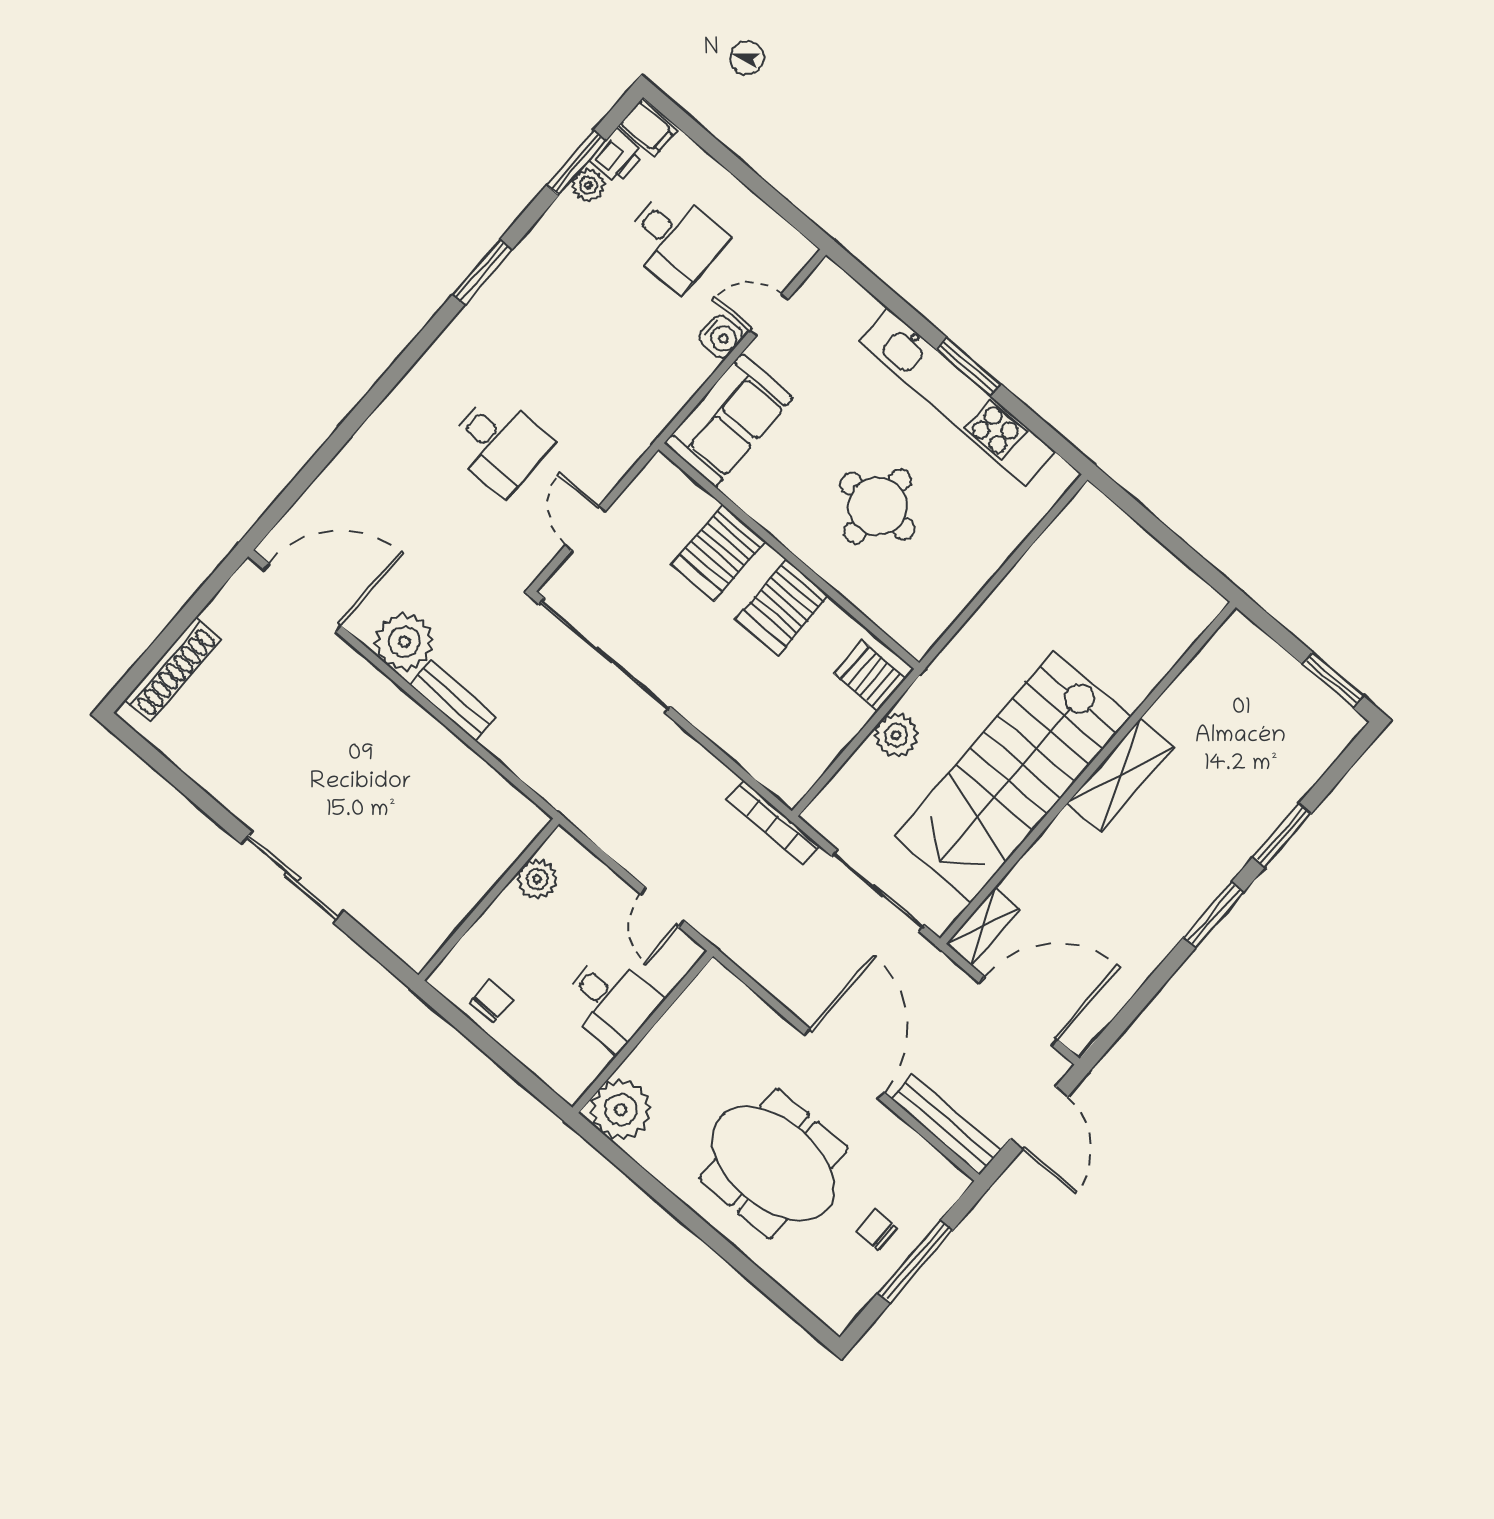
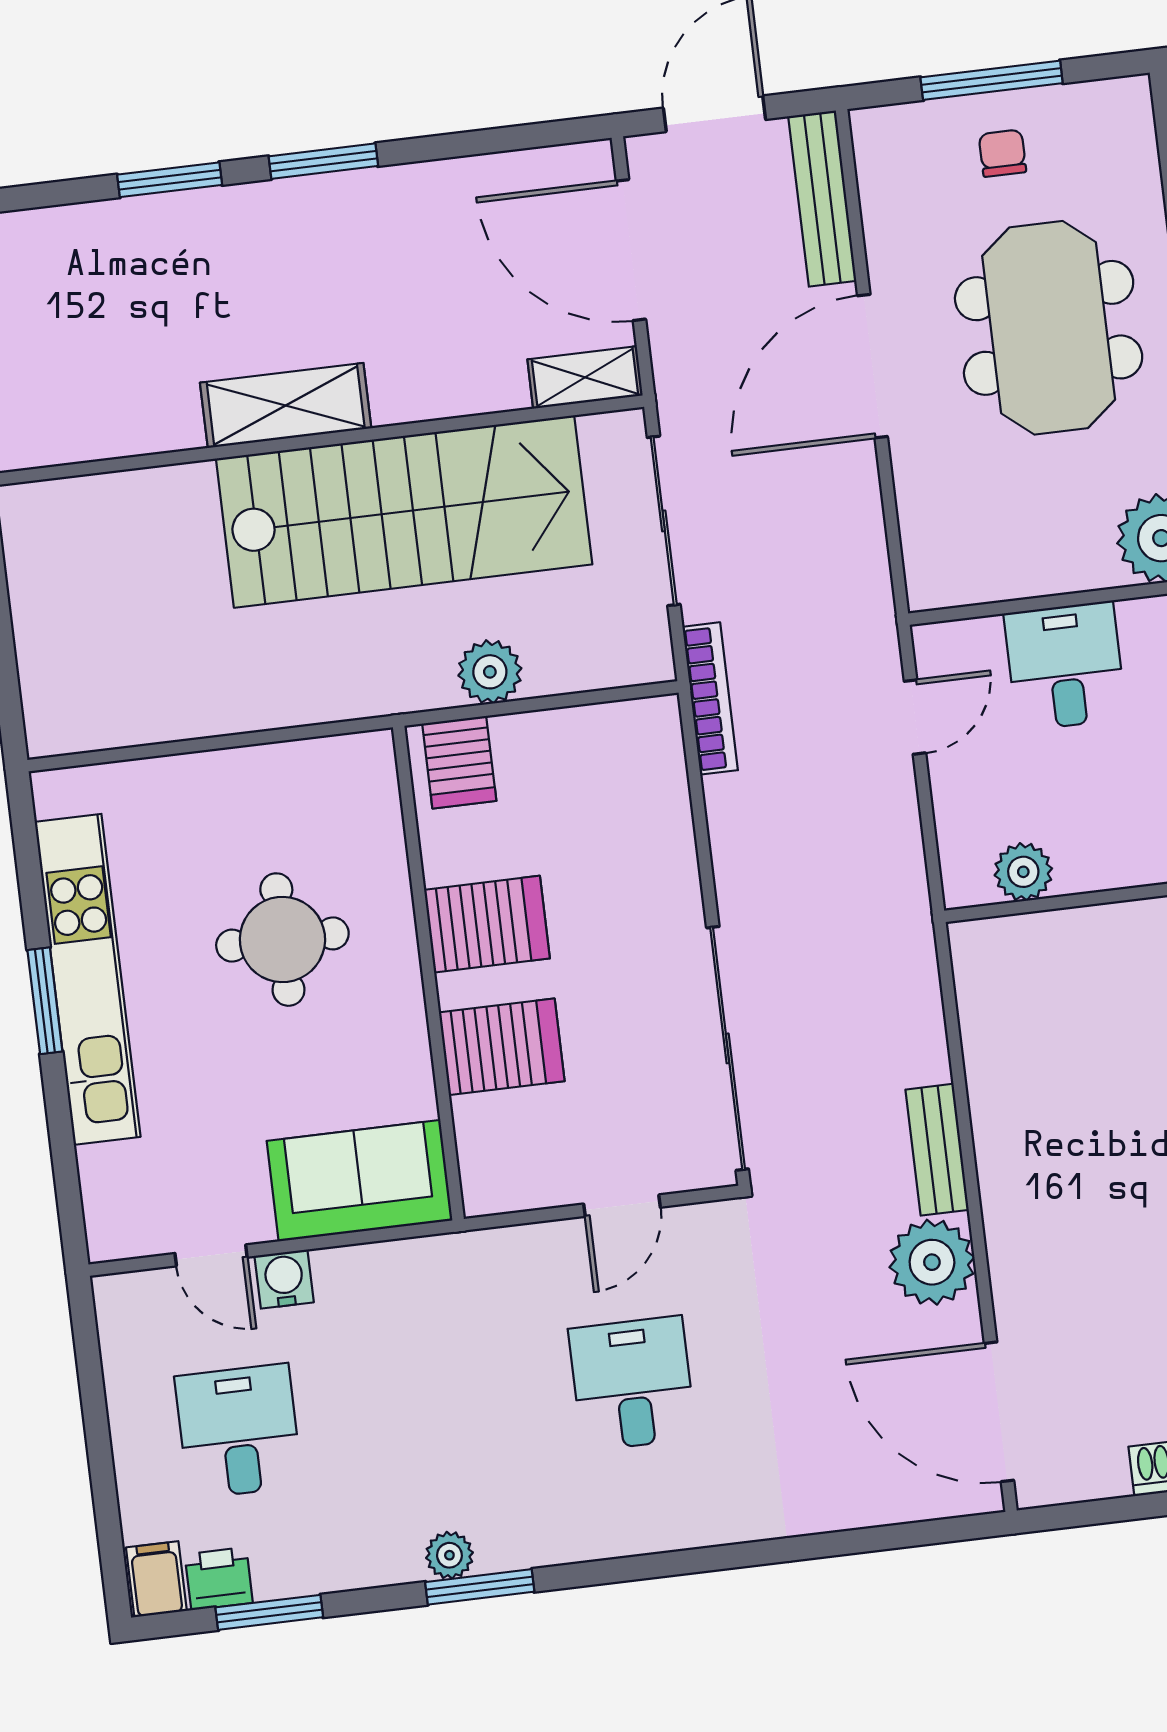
plant: (588, 185) -> (449, 1555), moved
chair: (877, 1230) -> (1002, 153), turned 180

